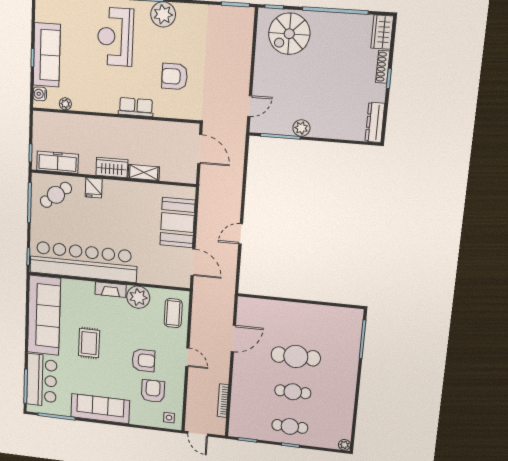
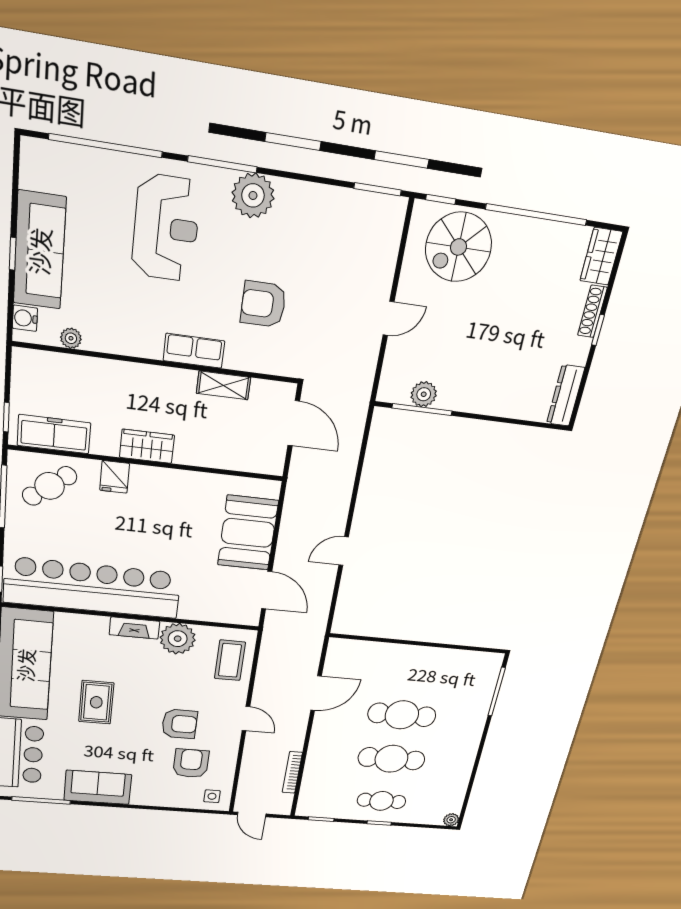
reception desk: (115, 37) -> (166, 228), turned 180
door: (250, 106) -> (389, 318), moved
plant: (301, 128) -> (424, 394), moved
shelving: (144, 172) -> (223, 385), moved
cafe table: (293, 392) -> (391, 759), width x1.37, depth x1.35
sofa: (100, 409) -> (98, 787), width x0.73

